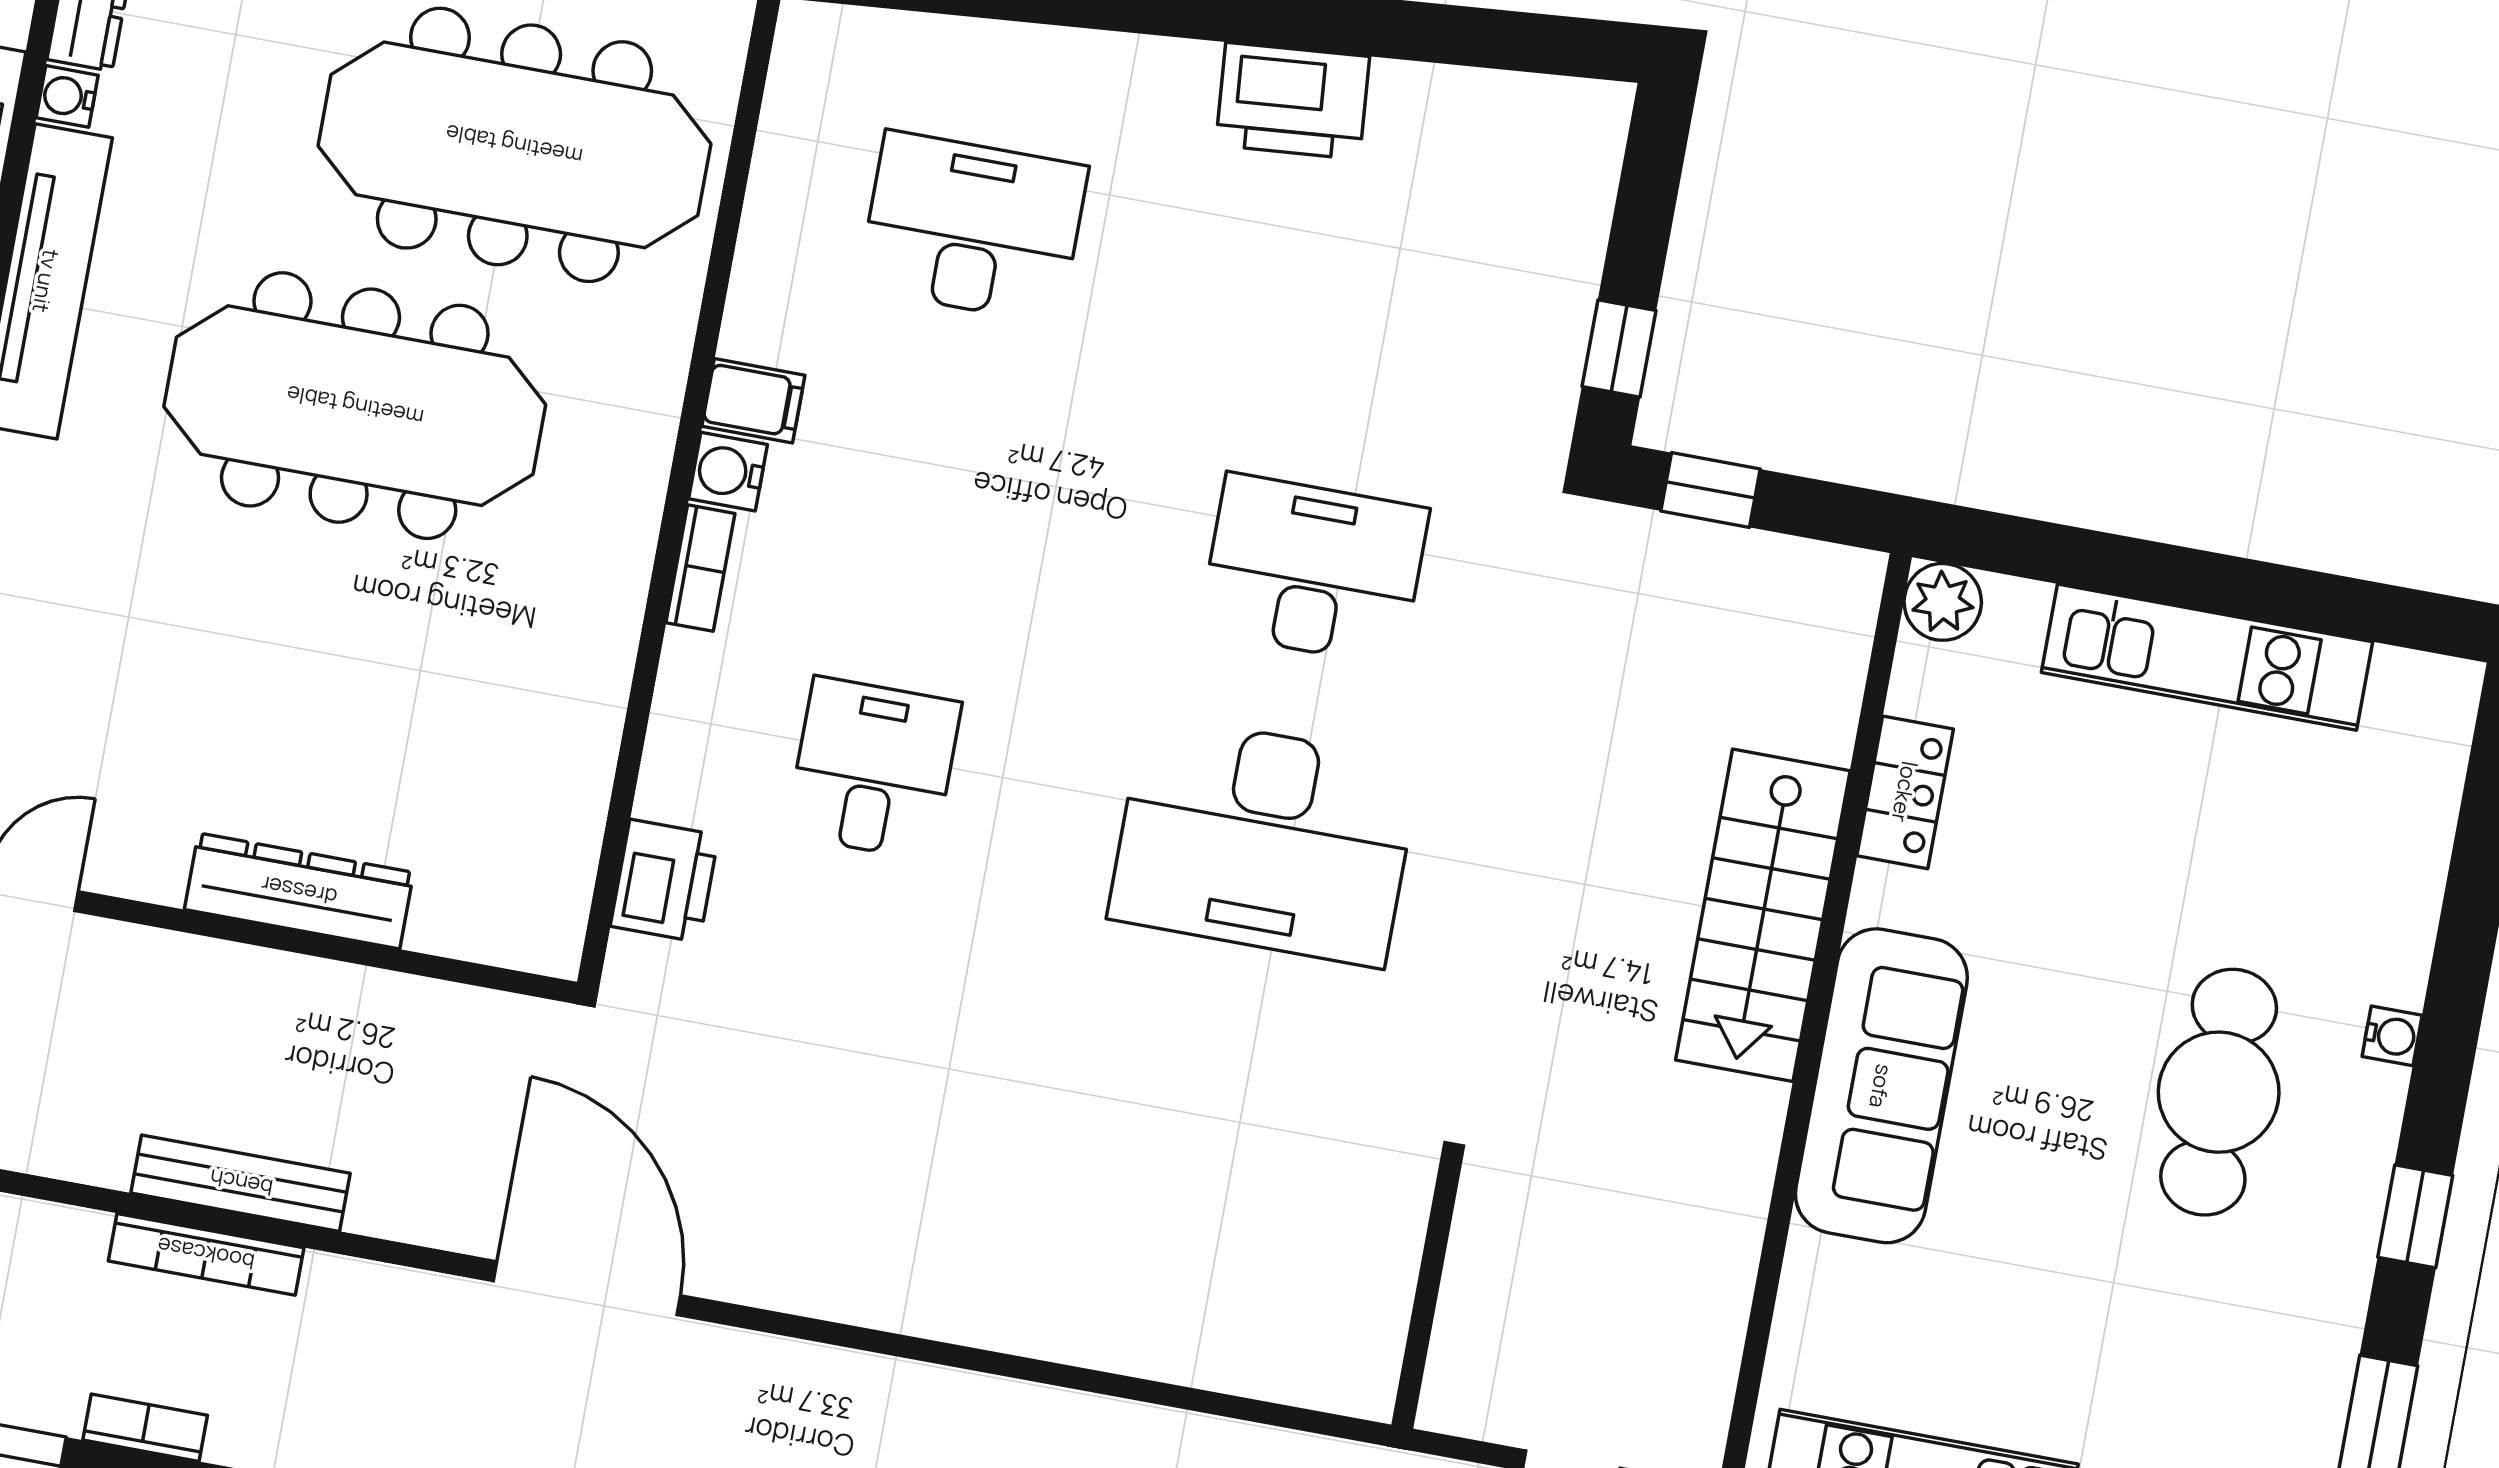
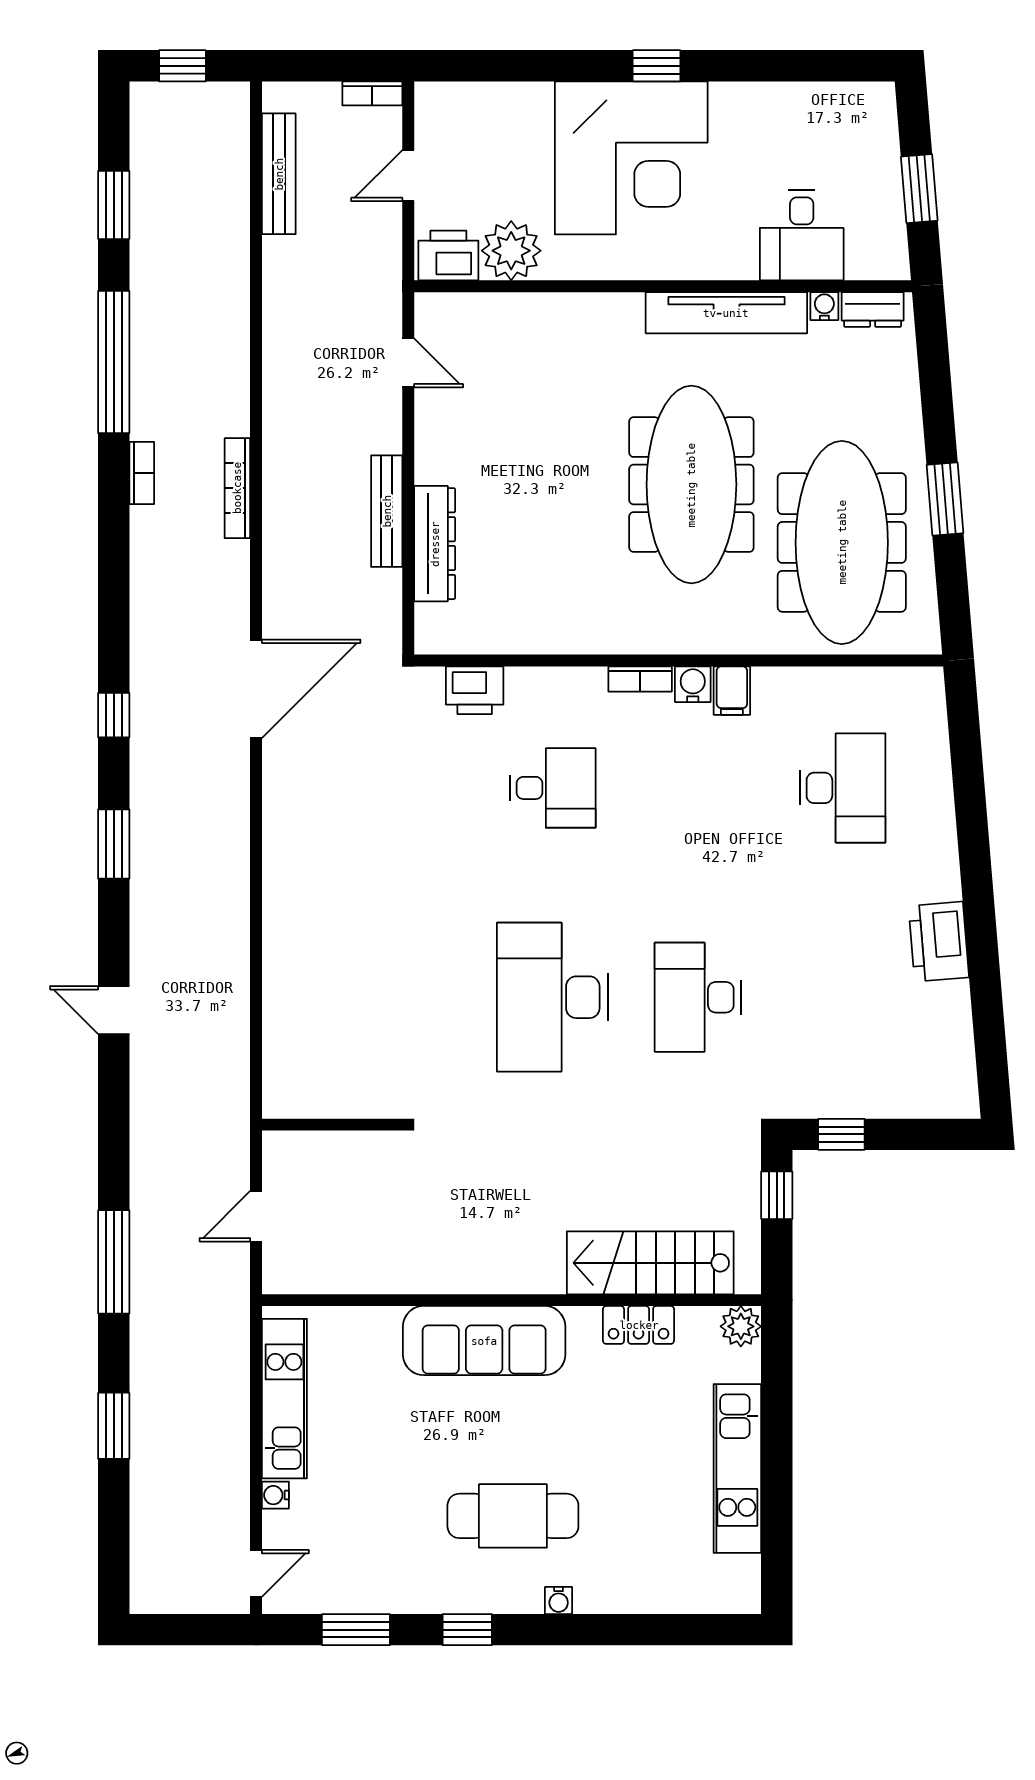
desk: (1314, 570) -> (698, 997), turned 180
dresser: (299, 891) -> (435, 544), moved
stairs: (1763, 915) -> (650, 1263), moved
bench: (241, 1183) -> (387, 511), moved

